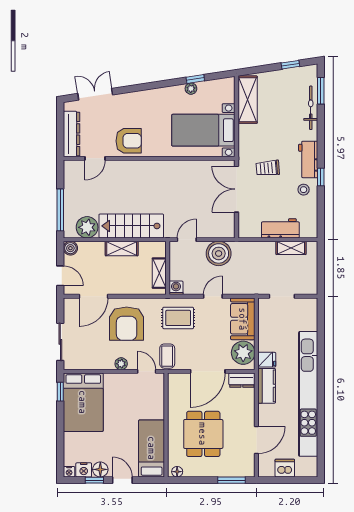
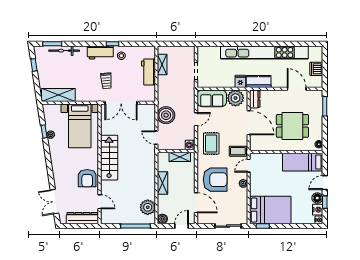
armchair: (129, 141) -> (87, 178), turned 180
stairs: (131, 226) -> (109, 158), moved, turned 180
door: (213, 296) -> (196, 119), swing flipped

